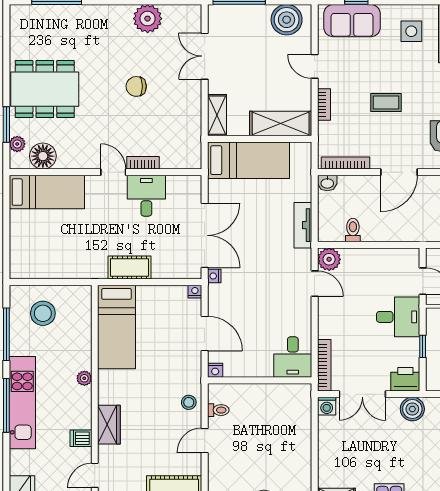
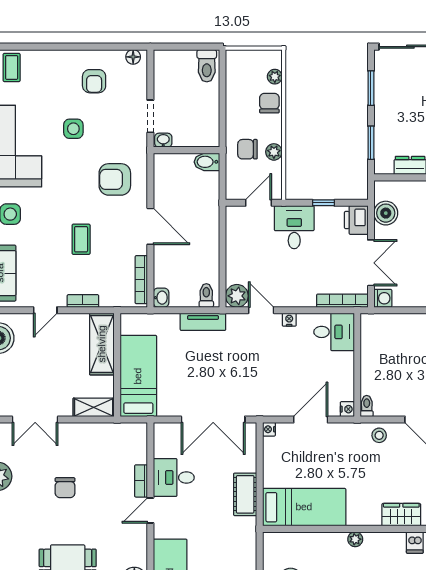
toilet: (353, 230) -> (206, 295), moved, turned 90
double door: (205, 235) -> (213, 420), swing flipped
nightstand: (214, 276) -> (289, 320), moved, turned 180
door: (315, 284) -> (261, 310), hinge flipped
toilet: (218, 410) -> (367, 406), moved

